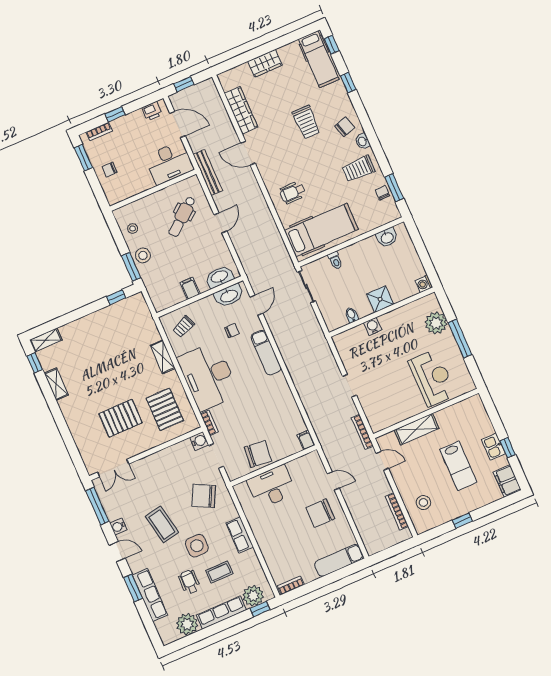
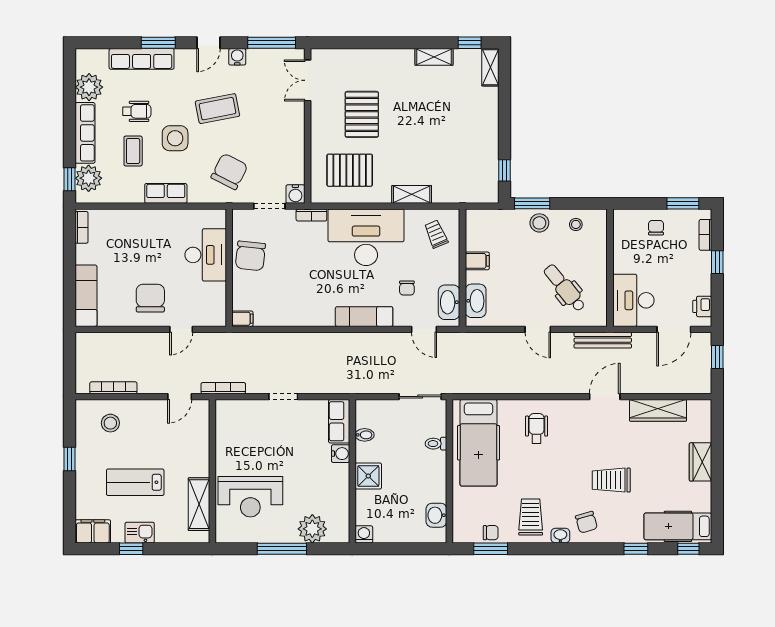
row of seats: (350, 338) -> (339, 421), added
shelving: (417, 429) -> (199, 504), moved

